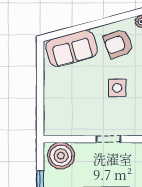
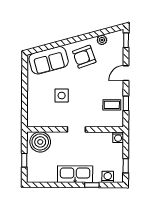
side table: (117, 88) -> (62, 96), moved

